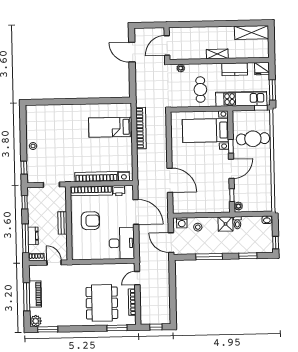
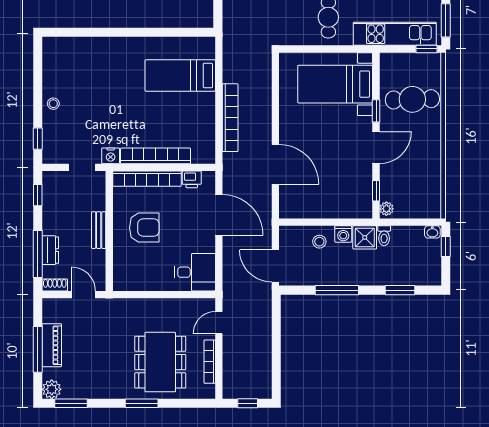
bookcase: (141, 128) -> (230, 118), moved
nightstand: (124, 176) -> (111, 156), moved
washing machine: (182, 223) -> (343, 234), moved
desk: (122, 243) -> (195, 272), width x0.73
window: (276, 243) -> (446, 247), moved
window: (117, 328) -> (142, 403), moved

